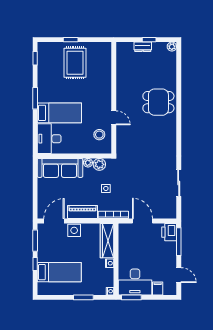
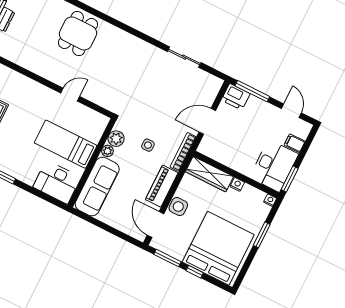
bed: (59, 113) -> (66, 144), moved, turned -90
stool: (99, 135) -> (81, 121), removed
bed: (59, 272) -> (218, 248), width x2.04
door: (179, 275) -> (291, 111), hinge flipped

